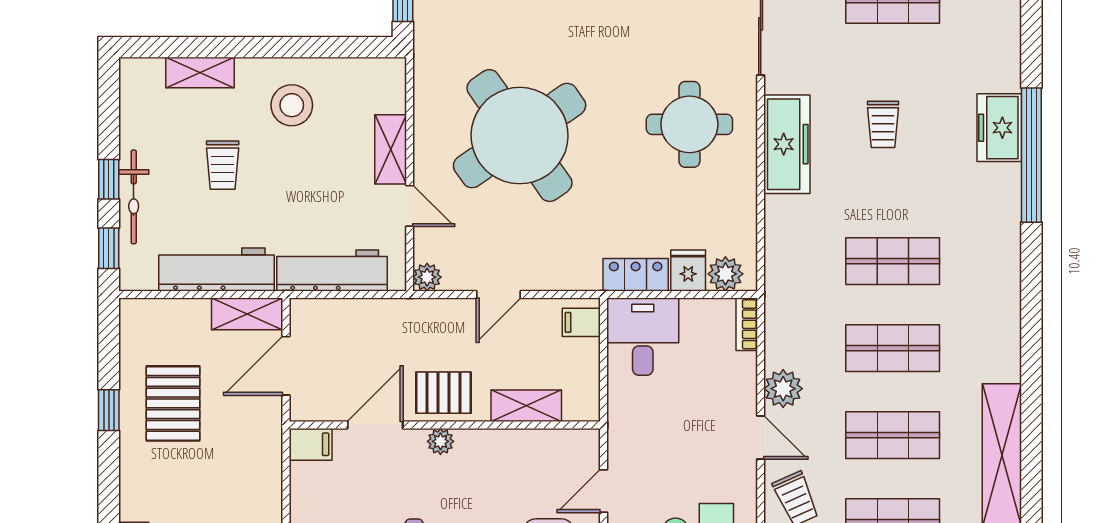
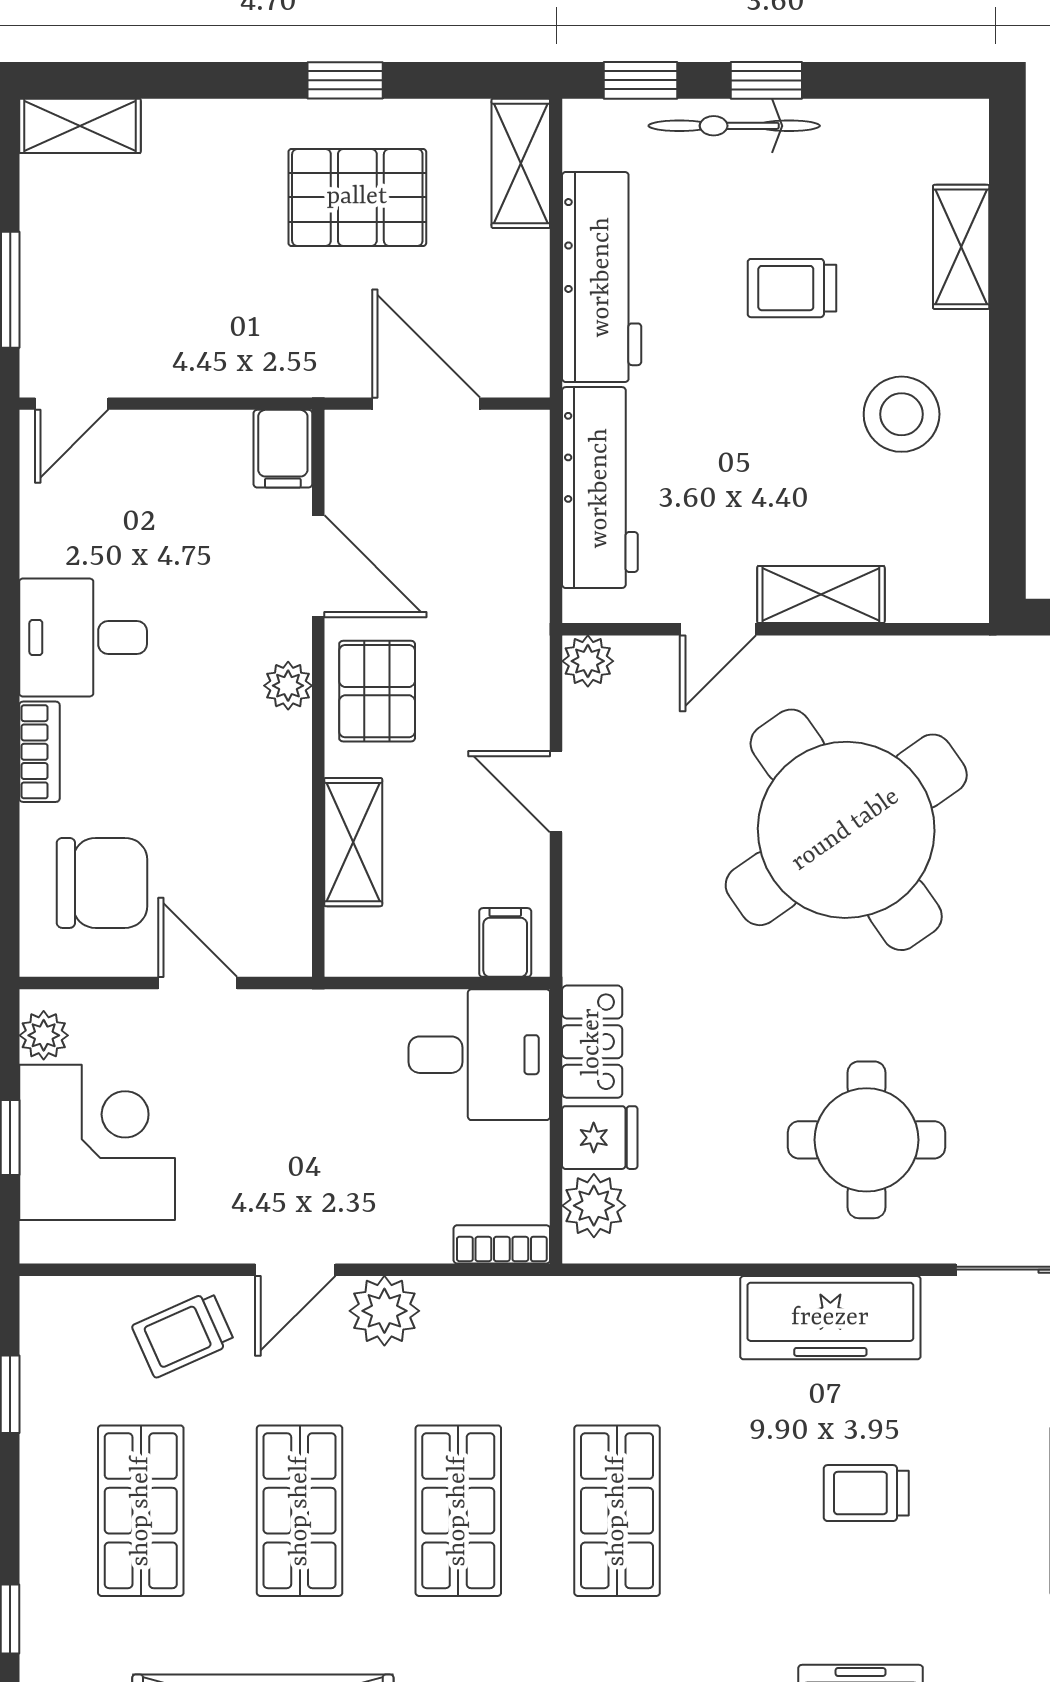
shelving: (247, 314) -> (521, 163), moved

